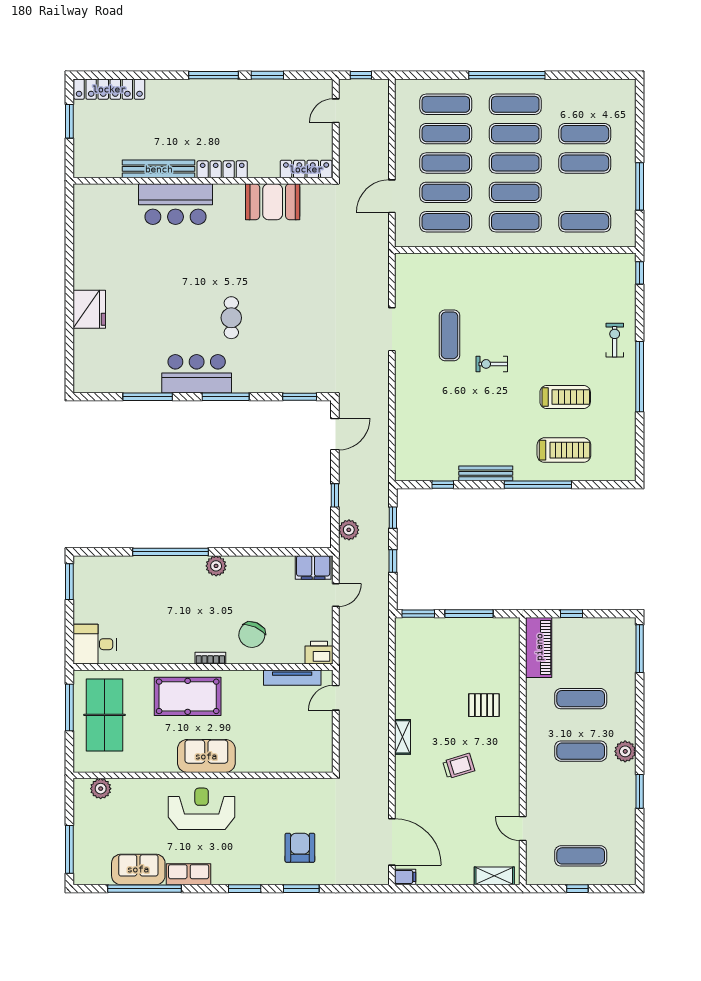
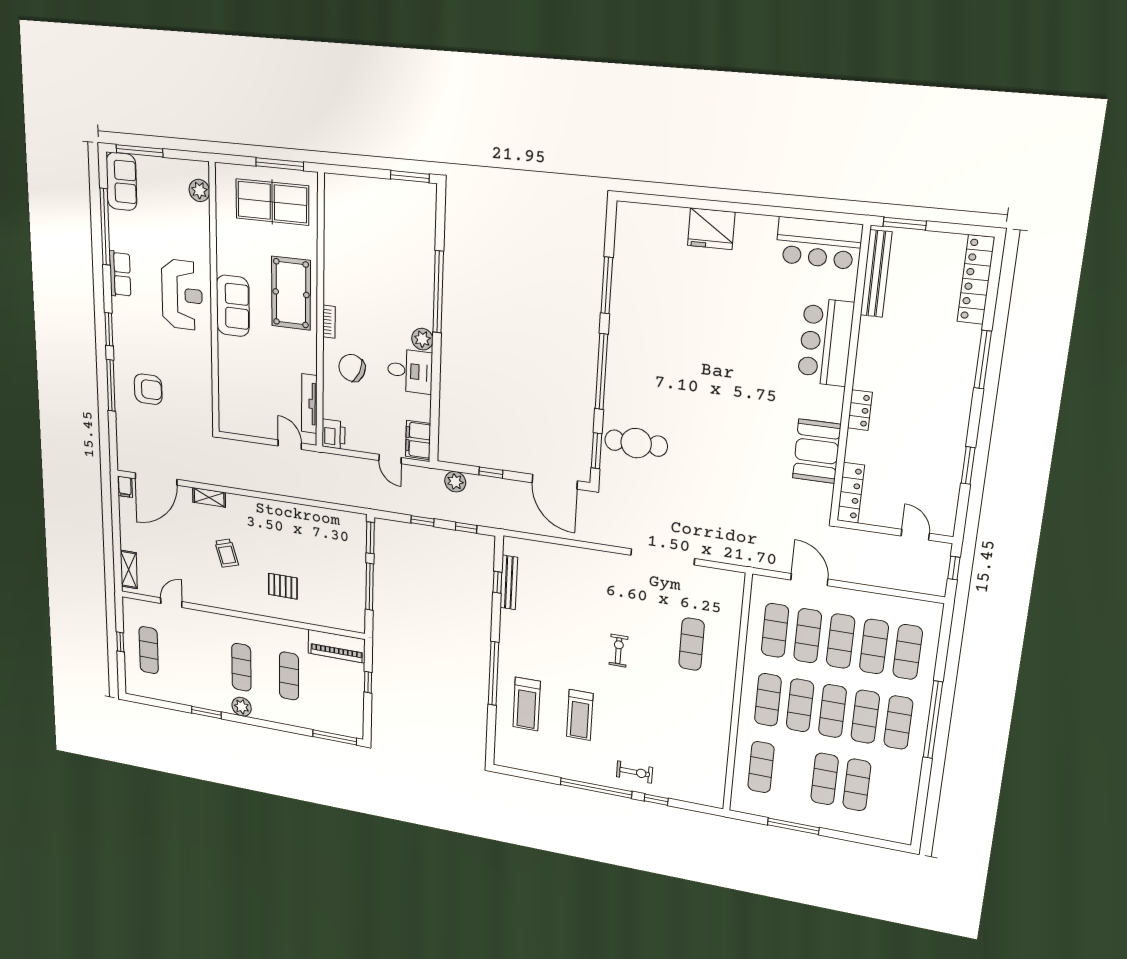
window: (214, 75) -> (983, 360), moved
window: (69, 121) -> (905, 224), moved
bench: (159, 169) -> (876, 274), moved
locker: (222, 169) -> (860, 410), width x0.66
window: (640, 273) -> (656, 800), moved
cafe table: (231, 318) -> (636, 443), moved, width x1.37, depth x1.35
doorway: (392, 329) -> (663, 557), width x1.36
exercise mat: (450, 335) -> (692, 644), moved, turned 90
bar counter: (197, 374) -> (819, 243), moved, turned 90
window: (226, 397) -> (601, 372), width x1.46
door: (335, 434) -> (555, 482), width x1.36
bench: (486, 473) -> (509, 582), moved
desk: (95, 644) -> (410, 371), moved, turned 90
pallet: (484, 705) -> (283, 586), turned 90
shelving: (403, 737) -> (209, 497), moved
sofa: (138, 869) -> (122, 182), moved
window: (301, 889) -> (111, 385), width x1.44

